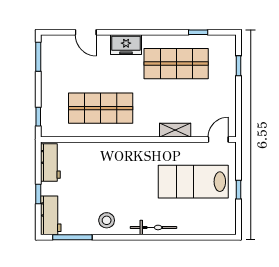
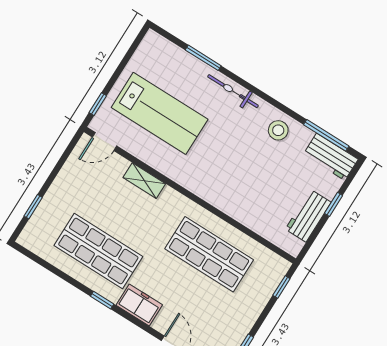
window: (198, 32) -> (102, 300), moved
workbench: (50, 163) -> (308, 216), moved
window: (239, 190) -> (98, 104), moved
workbench: (51, 215) -> (331, 157), moved, turned -90
window: (187, 237) -> (203, 58), added

